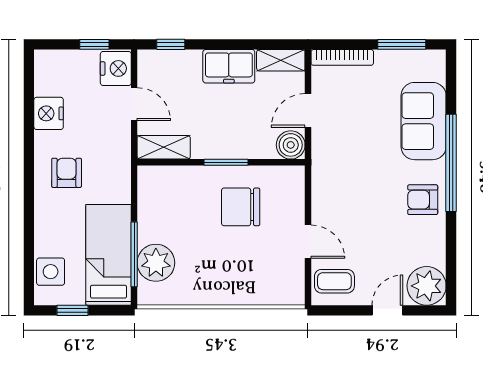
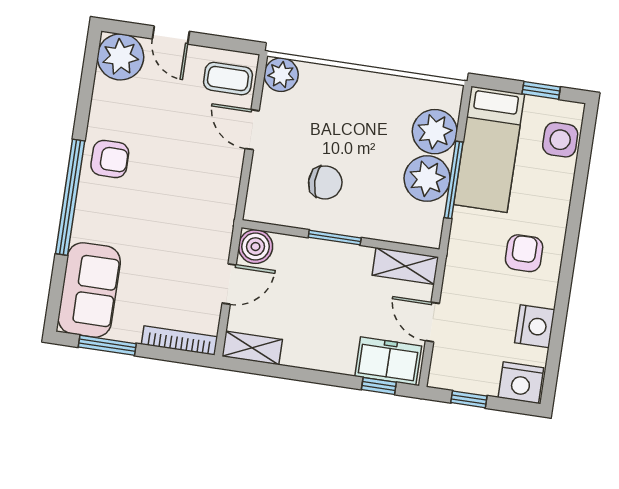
freezer: (229, 66) -> (388, 361), moved
nightstand: (116, 68) -> (521, 383), moved, turned -90
sofa: (424, 121) -> (89, 290), moved
armchair: (67, 173) -> (524, 253), turned 180
chair: (241, 207) -> (325, 182), width x0.73, depth x0.73
plant: (156, 223) -> (427, 179), added
window: (134, 254) -> (454, 180), moved
plant: (291, 291) -> (281, 75), added
door: (387, 310) -> (171, 35), hinge flipped

